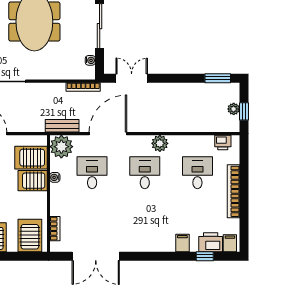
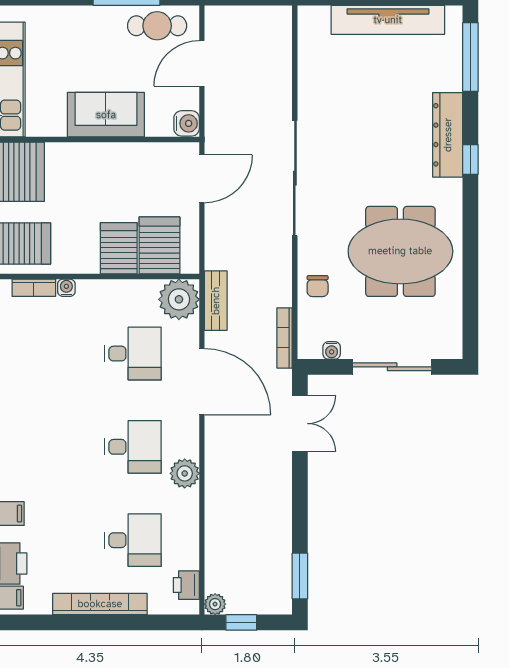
chair: (54, 68) -> (318, 286), added
plant: (234, 109) -> (215, 604), moved
water cooler: (55, 177) -> (66, 288), moved

